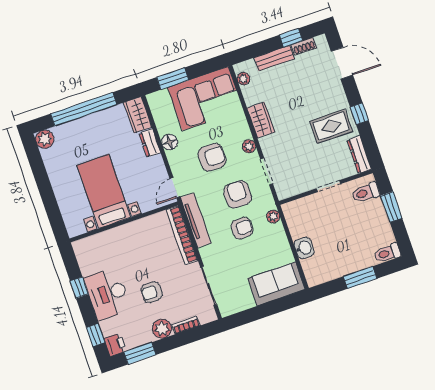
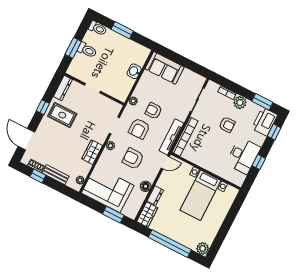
toilet: (366, 193) -> (87, 50), moved
desk: (107, 294) -> (243, 156), moved
printer: (115, 345) -> (265, 122), width x1.87, depth x1.48

